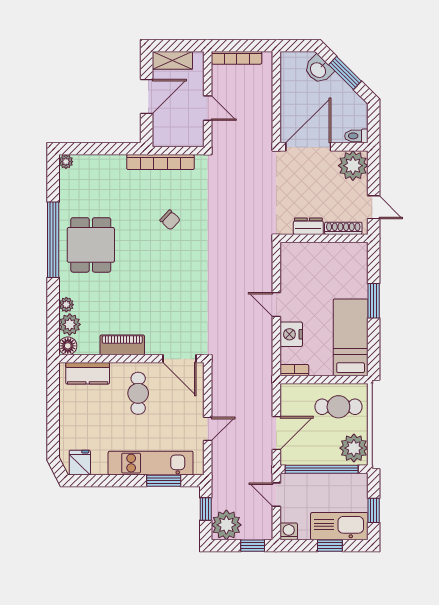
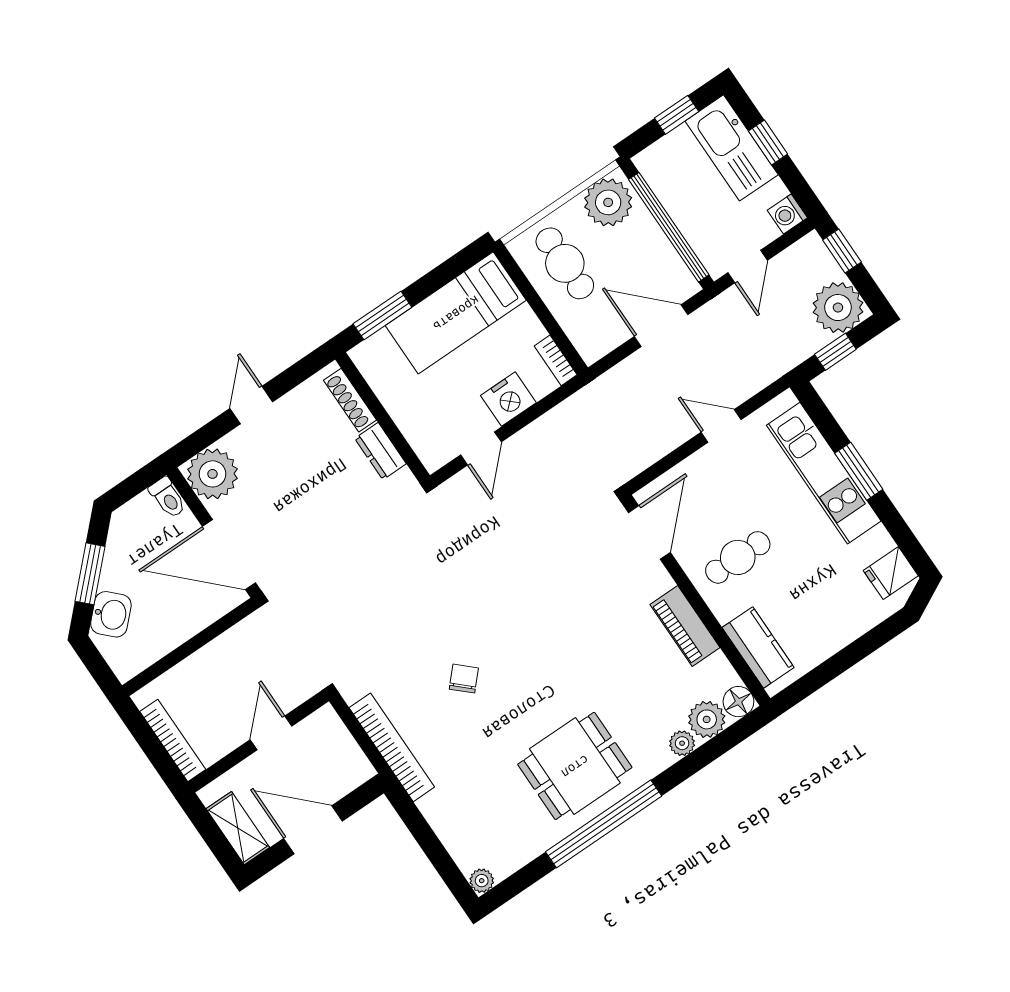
dresser: (308, 226) -> (381, 451), moved
shoe rack: (343, 228) -> (350, 400), moved
wall: (324, 238) -> (383, 417), moved
window: (164, 481) -> (859, 471), moved

